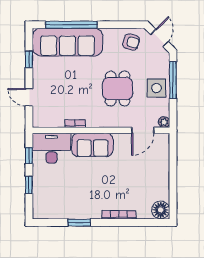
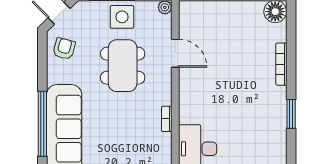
dining table: (118, 89) -> (123, 66), width x1.38
door: (143, 130) -> (175, 53), moved
sofa: (92, 145) -> (194, 97), removed

